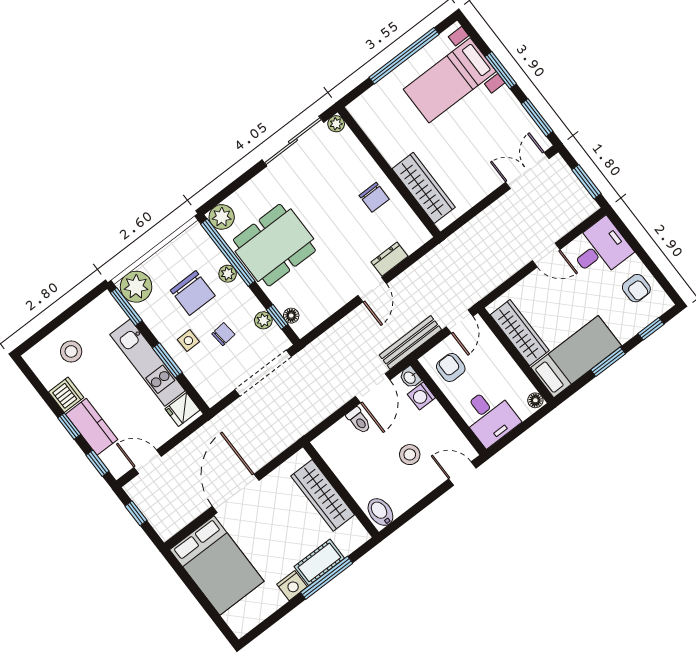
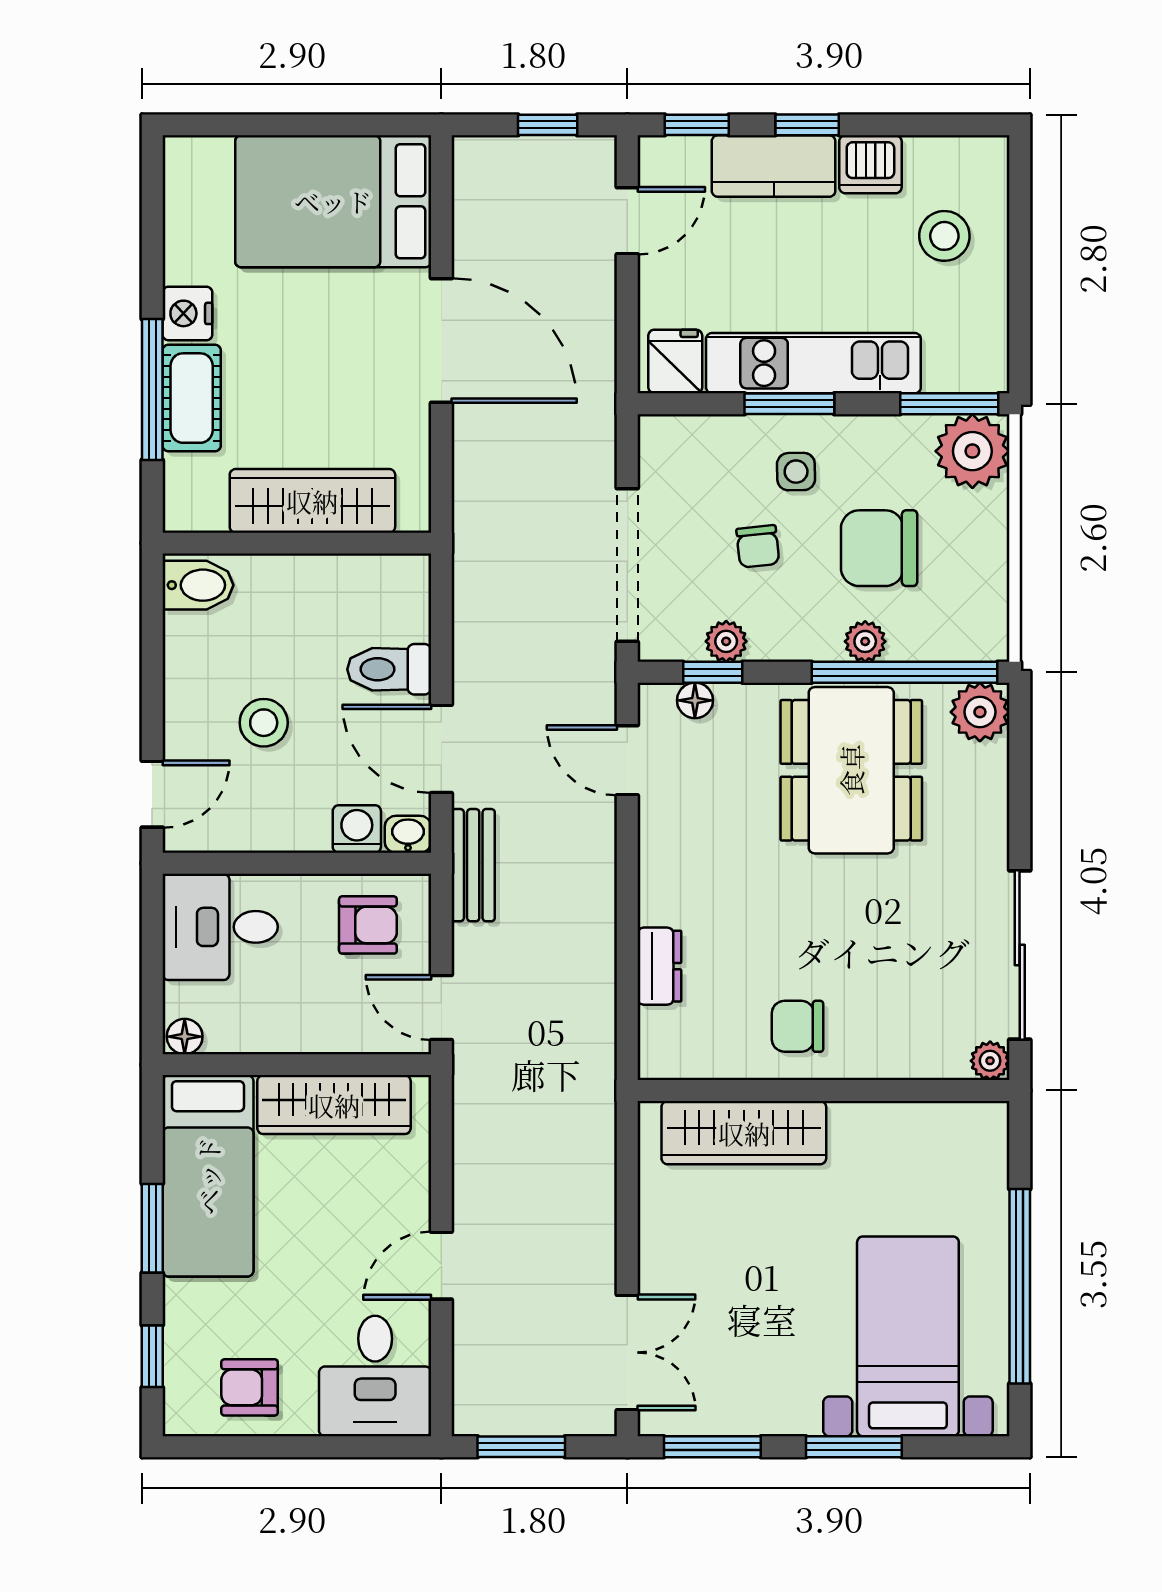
door: (372, 290) -> (627, 760), moved
bench: (410, 342) -> (473, 865), width x0.73
toilet: (359, 421) -> (389, 669), width x1.37, depth x1.39

